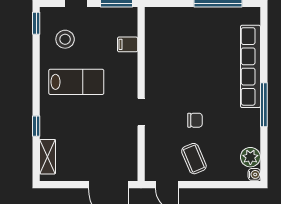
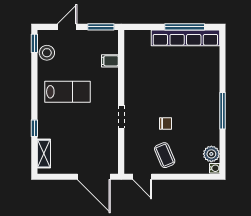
stool: (65, 39) -> (47, 53), moved
row of seats: (250, 66) -> (185, 38), moved, turned -90

